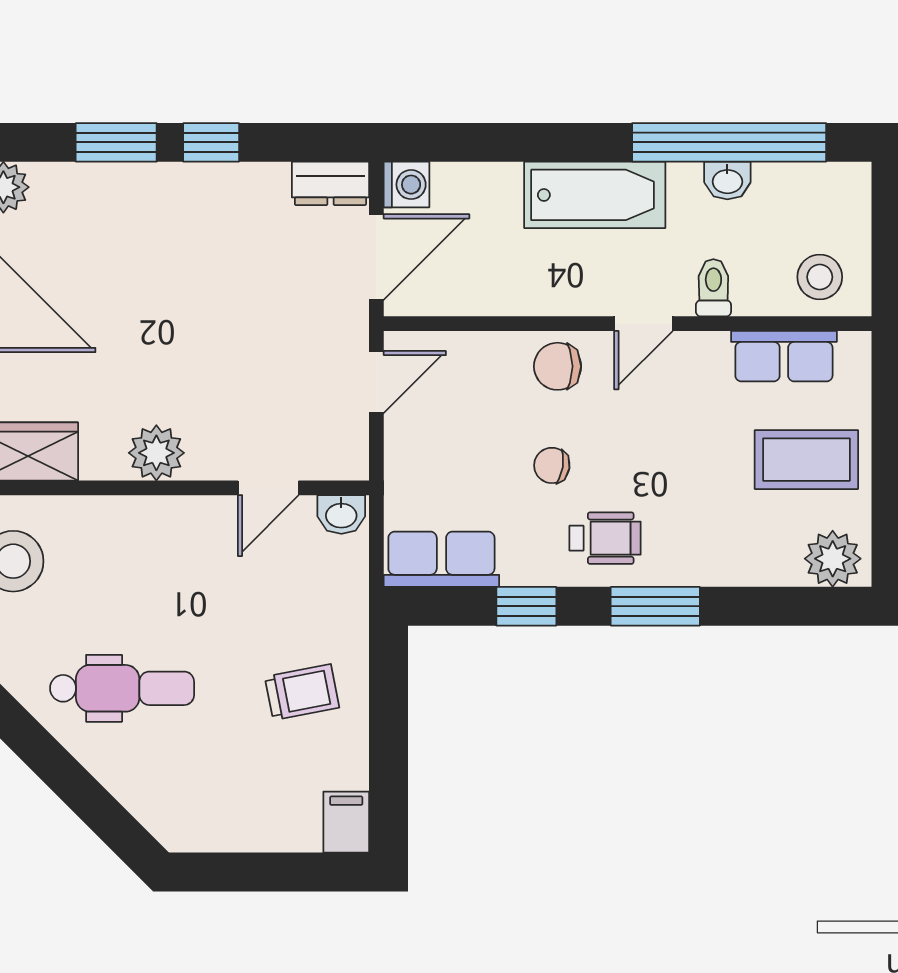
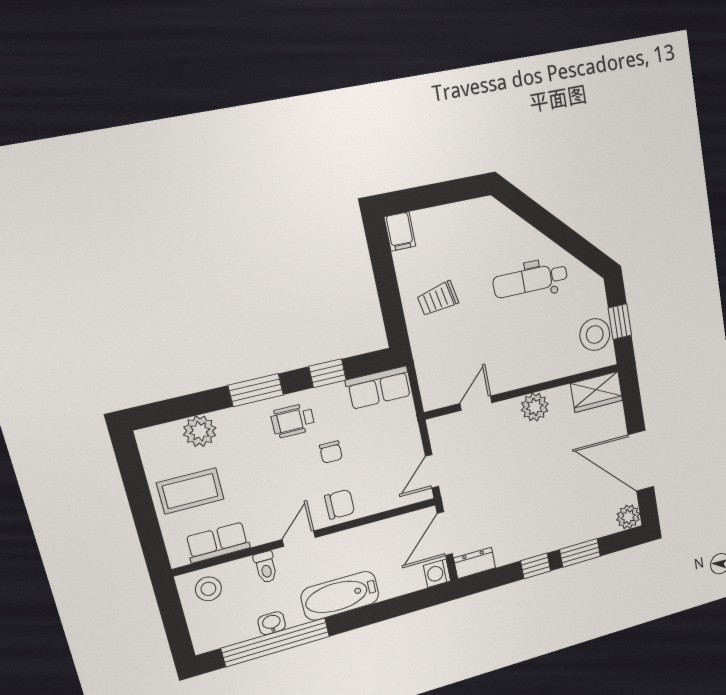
chair: (552, 465) -> (331, 452), turned 81
washbasin: (341, 514) -> (436, 399), removed
plant: (833, 559) -> (200, 431), moved

